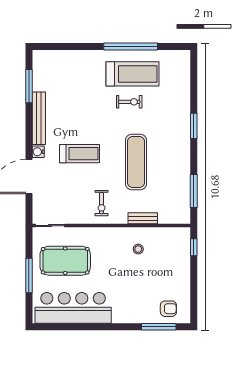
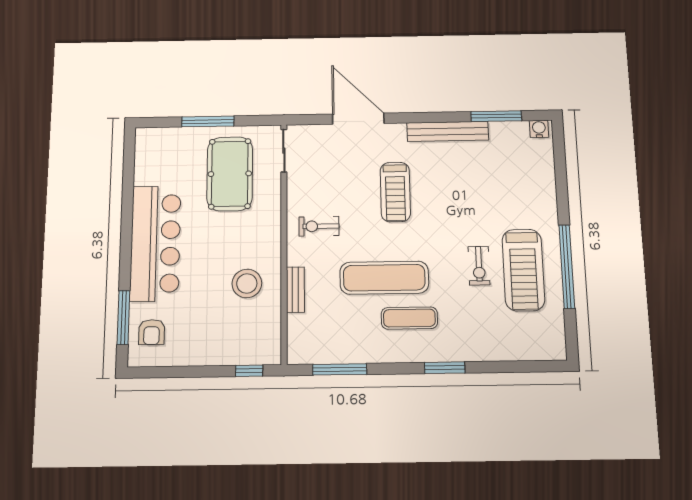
exercise mat: (162, 147) -> (409, 318), added
water cooler: (38, 152) -> (539, 129), moved
stool: (138, 249) -> (247, 283), width x1.89, depth x1.89
bar counter: (73, 308) -> (155, 243), moved

